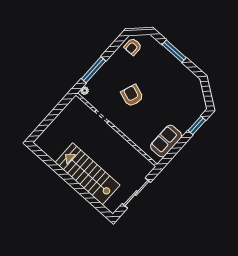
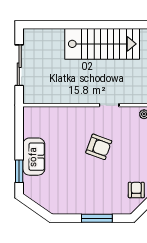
sofa: (166, 141) -> (34, 157), moved
stairs: (87, 174) -> (102, 44), moved

